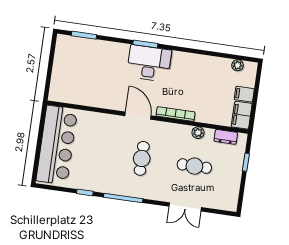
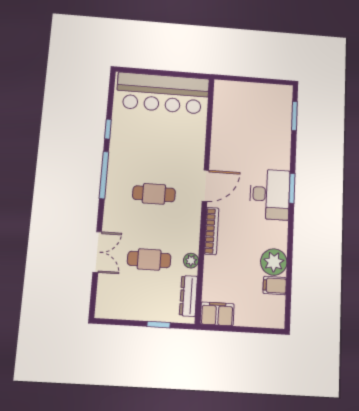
plant: (238, 65) -> (274, 262), moved, width x1.88, depth x1.88
filing cabinet: (244, 94) -> (275, 286), moved, turned -90
dresser: (226, 137) -> (188, 296), width x1.44
cafe table: (194, 166) -> (149, 259), turned 90
double door: (185, 207) -> (97, 252), swing flipped

